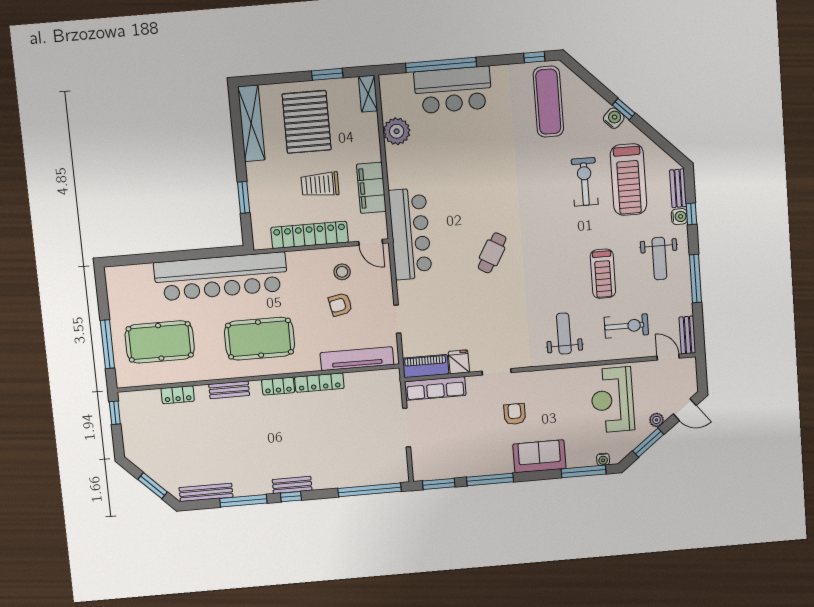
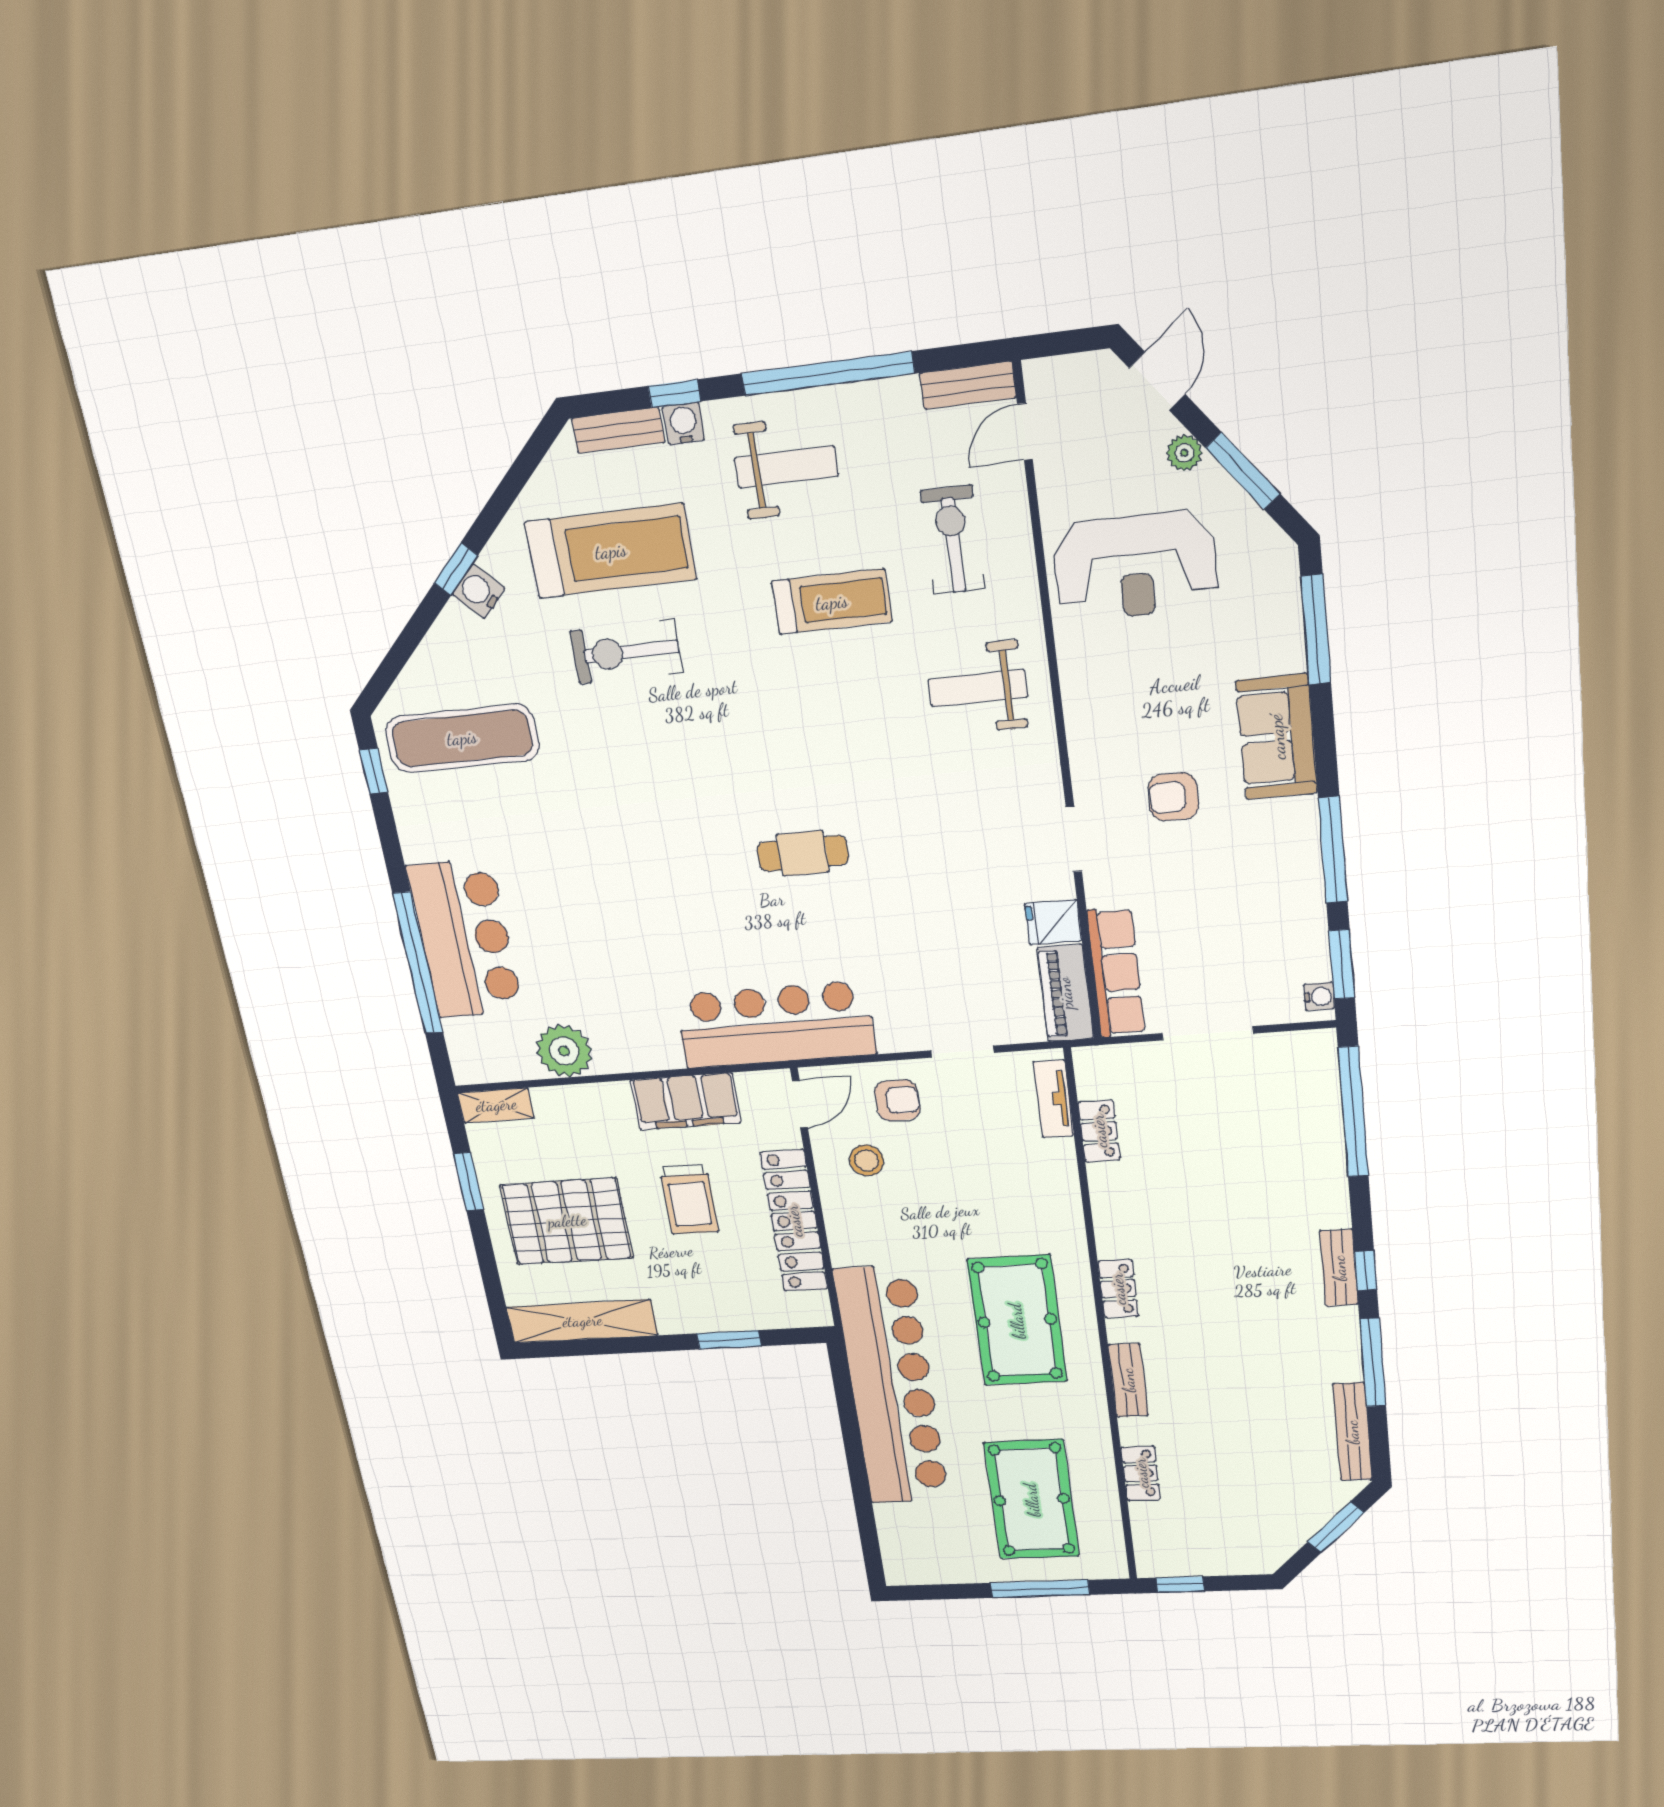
cafe table: (492, 253) -> (803, 853), turned -30
window: (696, 278) -> (828, 374), width x1.46
armchair: (340, 305) -> (897, 1100), moved, turned -79
tv unit: (357, 359) -> (1053, 1099), width x0.52, depth x0.78
locker: (319, 383) -> (1099, 1131), moved, width x0.66
water cooler: (603, 459) -> (1319, 996), moved

